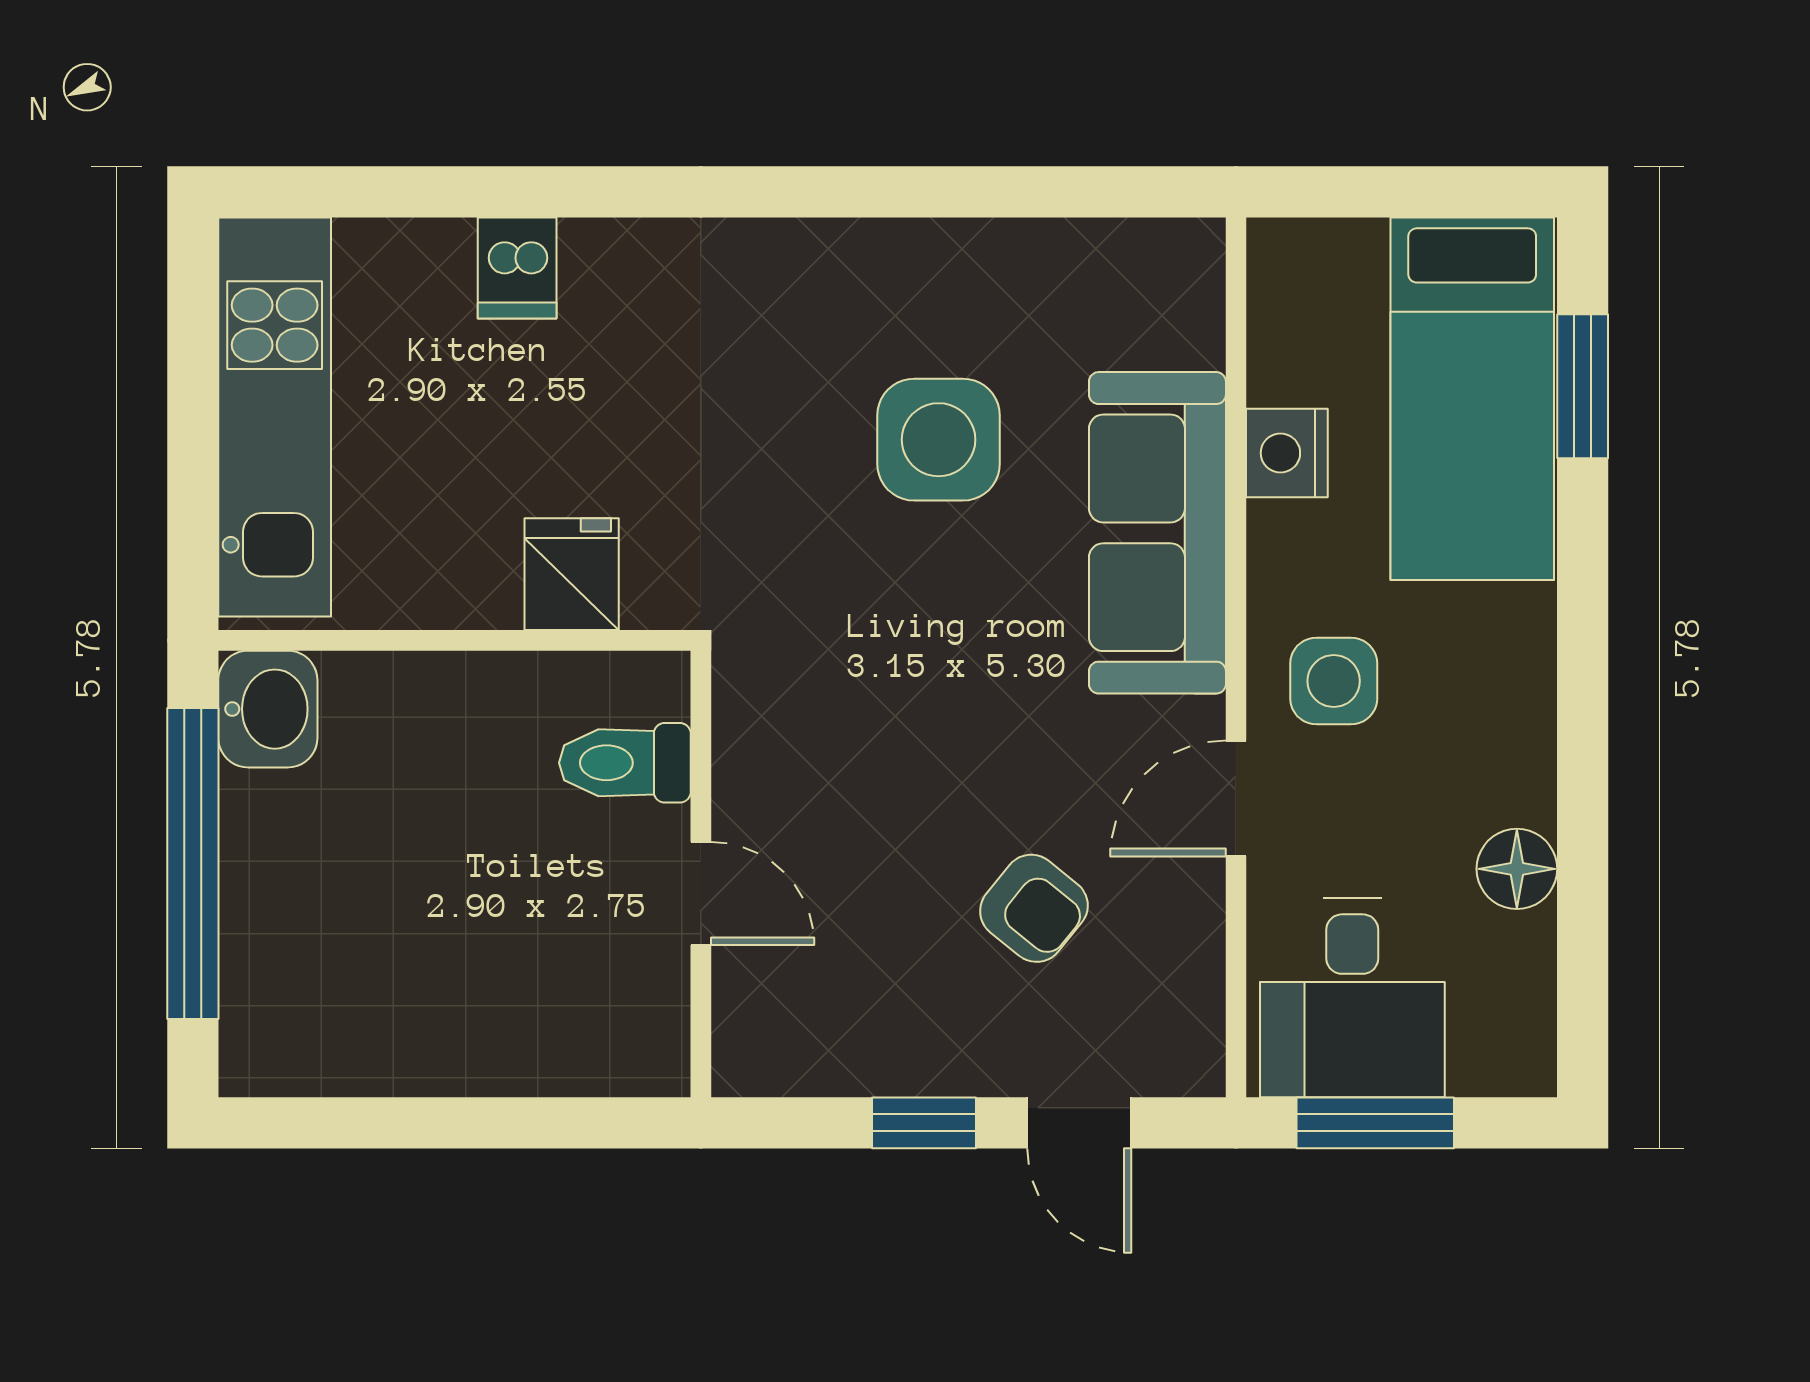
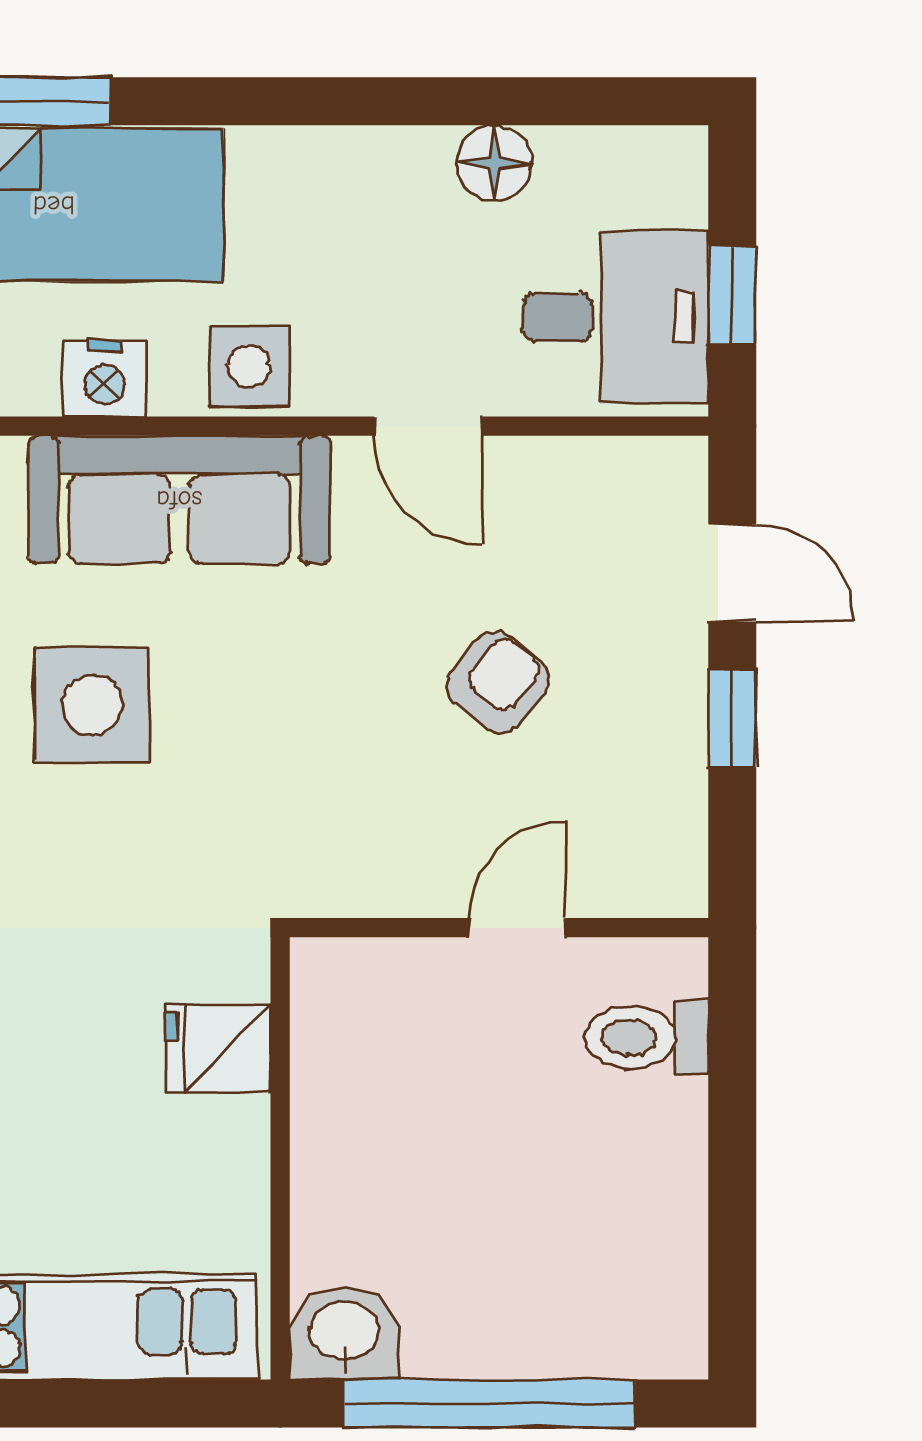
side table: (1334, 681) -> (249, 366), moved
toilet: (625, 763) -> (647, 1037), moved, turned 90
armchair: (1034, 908) -> (498, 683), moved
door: (1079, 1123) -> (732, 573), hinge flipped
window: (1375, 1123) -> (732, 296), width x0.67

